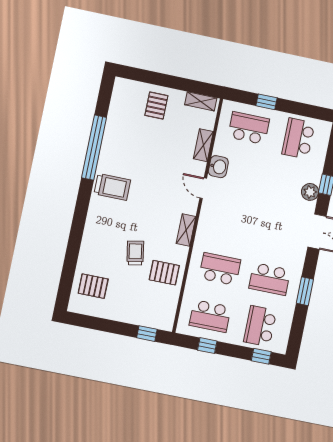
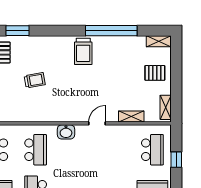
washbasin: (218, 167) -> (66, 132), moved
shelving: (186, 230) -> (159, 41), moved
window: (70, 262) -> (17, 31), added
pallet: (164, 273) -> (24, 106), removed

